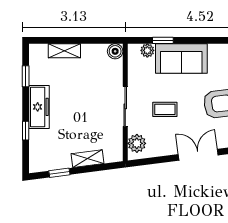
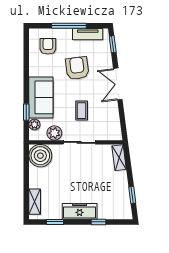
shelving: (64, 51) -> (35, 202), moved
boiler: (115, 51) -> (40, 156), width x1.86, depth x1.86
plant: (137, 143) -> (54, 133), moved
shelving: (88, 159) -> (119, 158), moved

